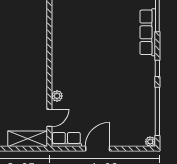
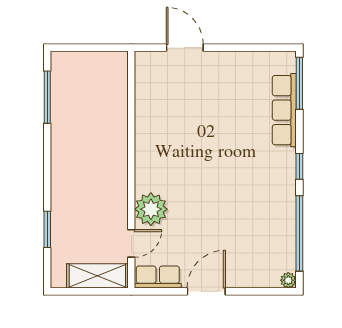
plant: (57, 96) -> (151, 209), width x1.87, depth x1.87

